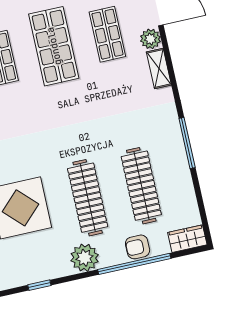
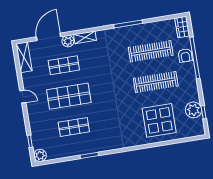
plant: (85, 258) -> (193, 110), moved

